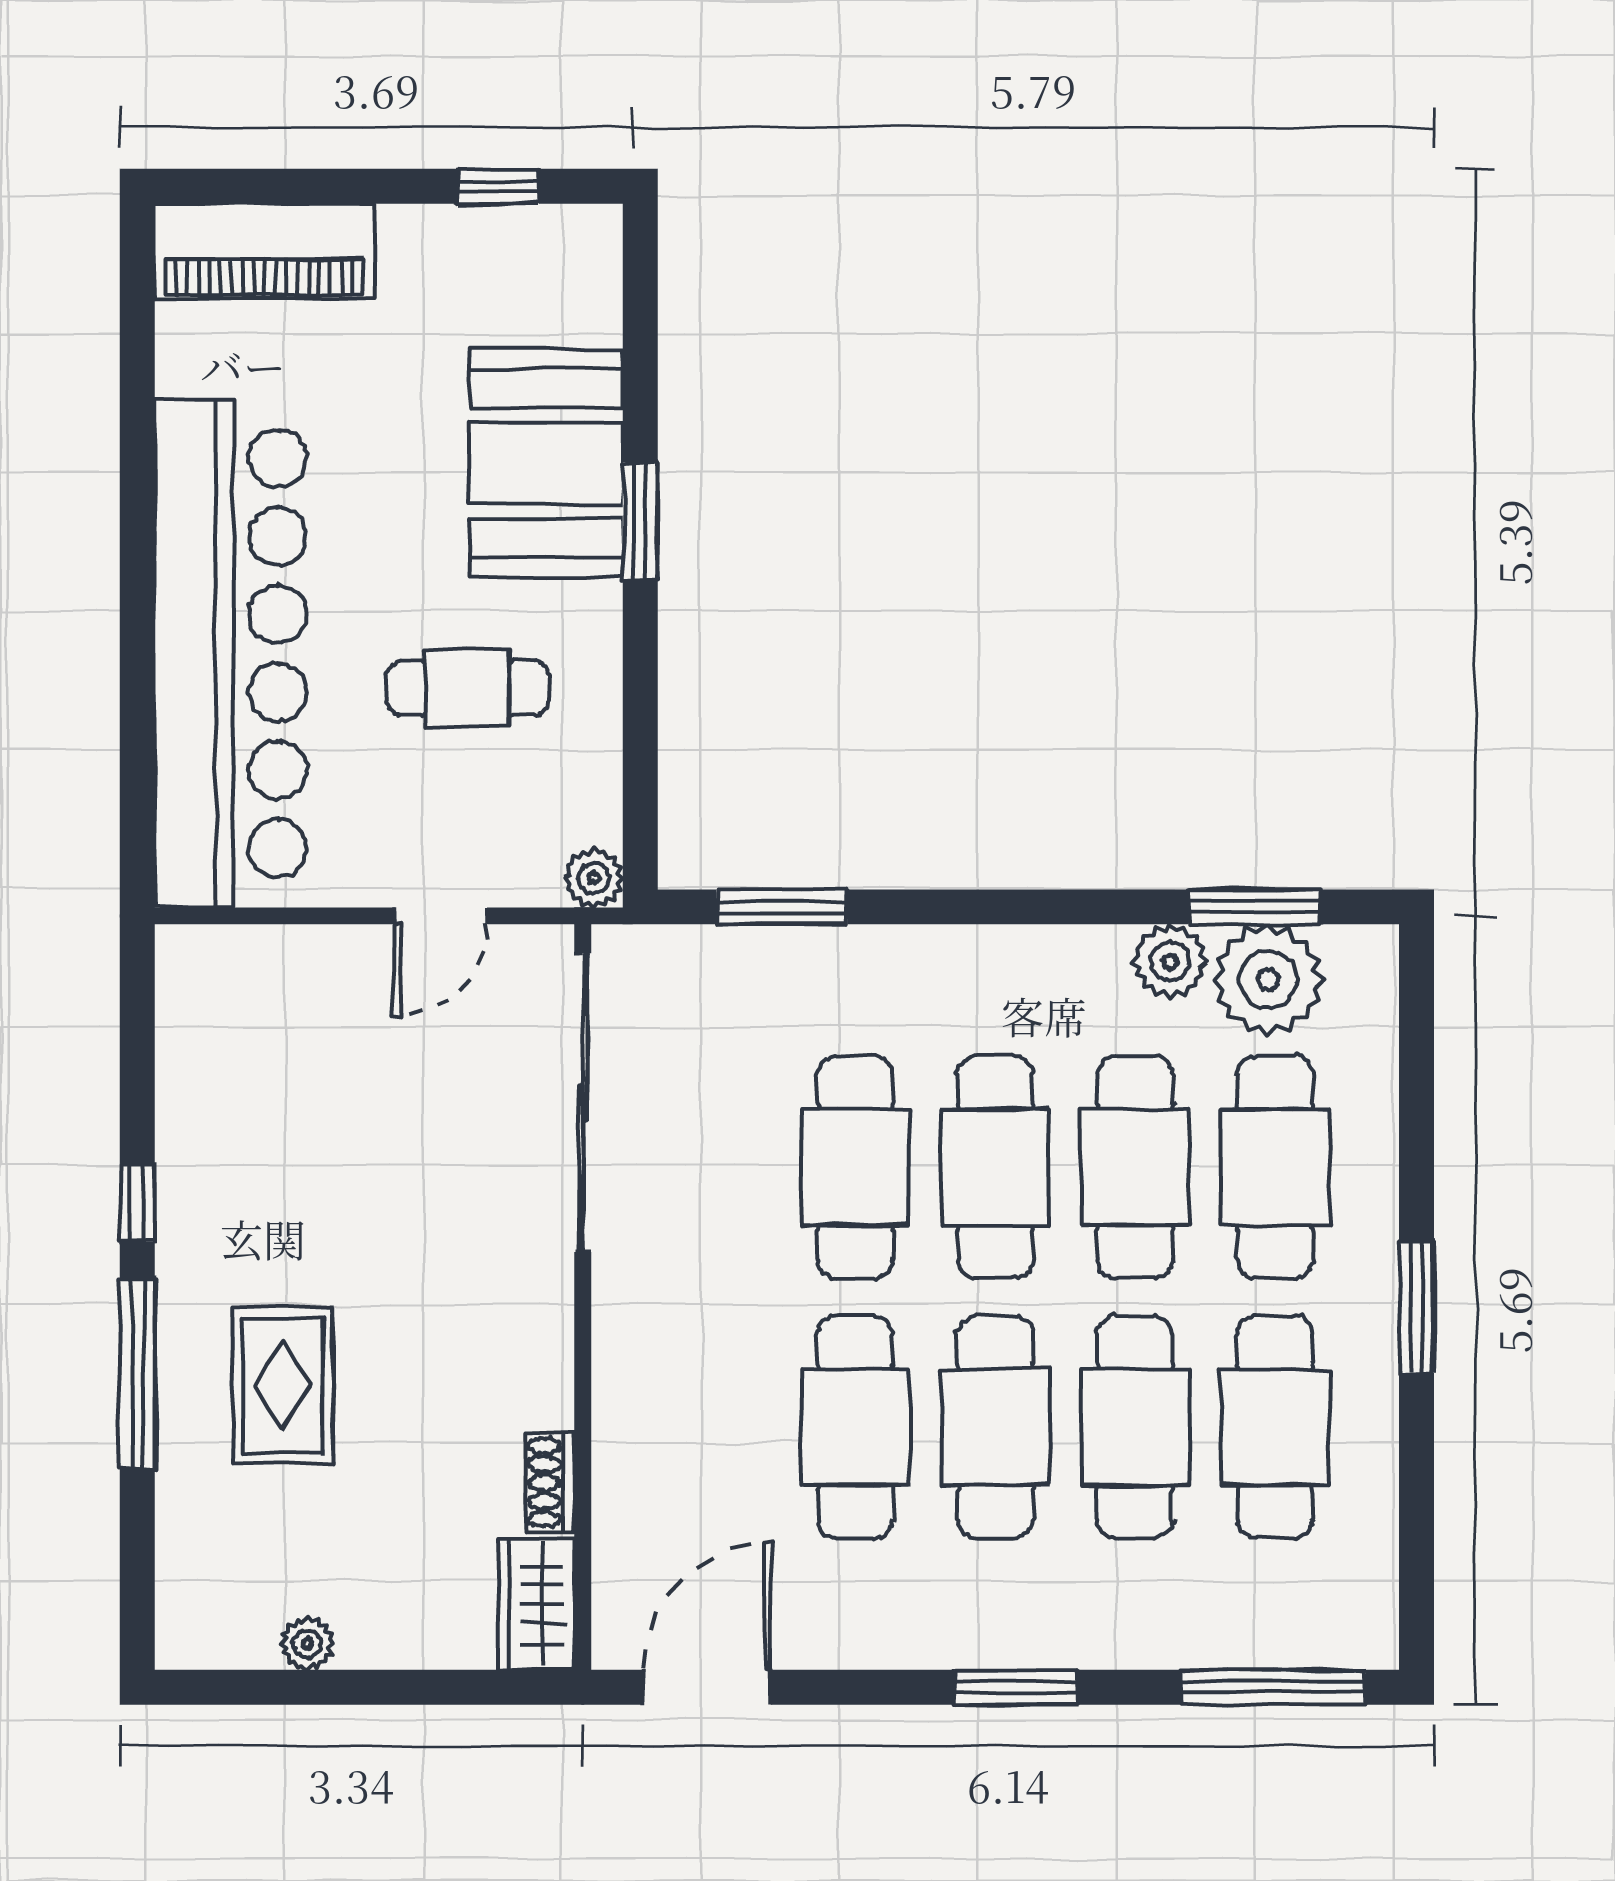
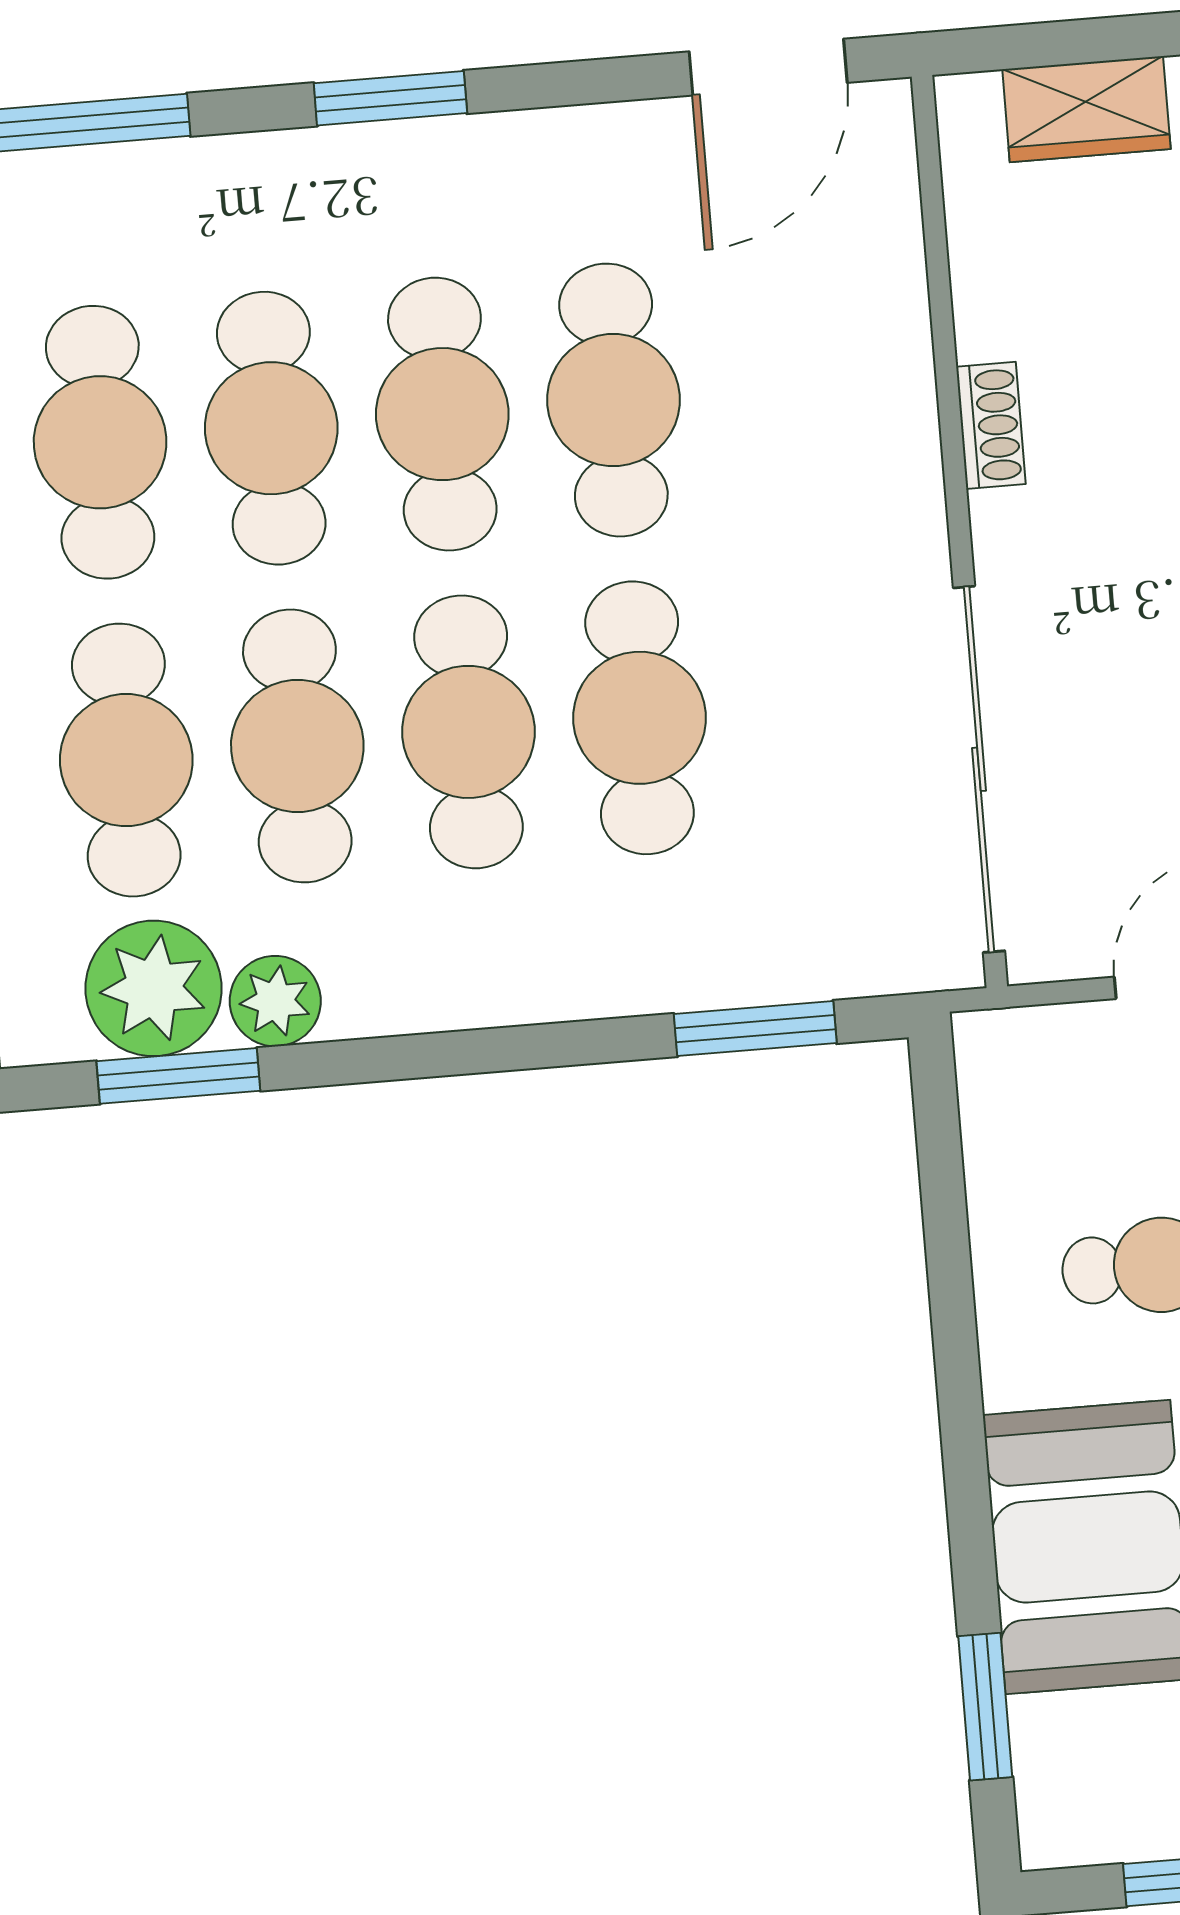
window: (640, 521) -> (985, 1707), moved
plant: (594, 878) -> (988, 1045), removed
shoe rack: (550, 1483) -> (991, 425), moved
wardrobe: (536, 1604) -> (1086, 109), moved, turned 90

